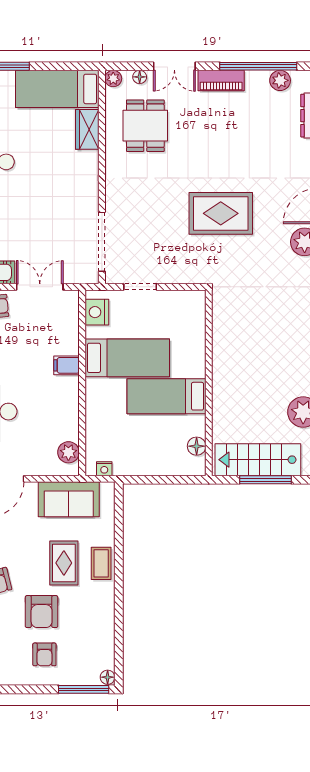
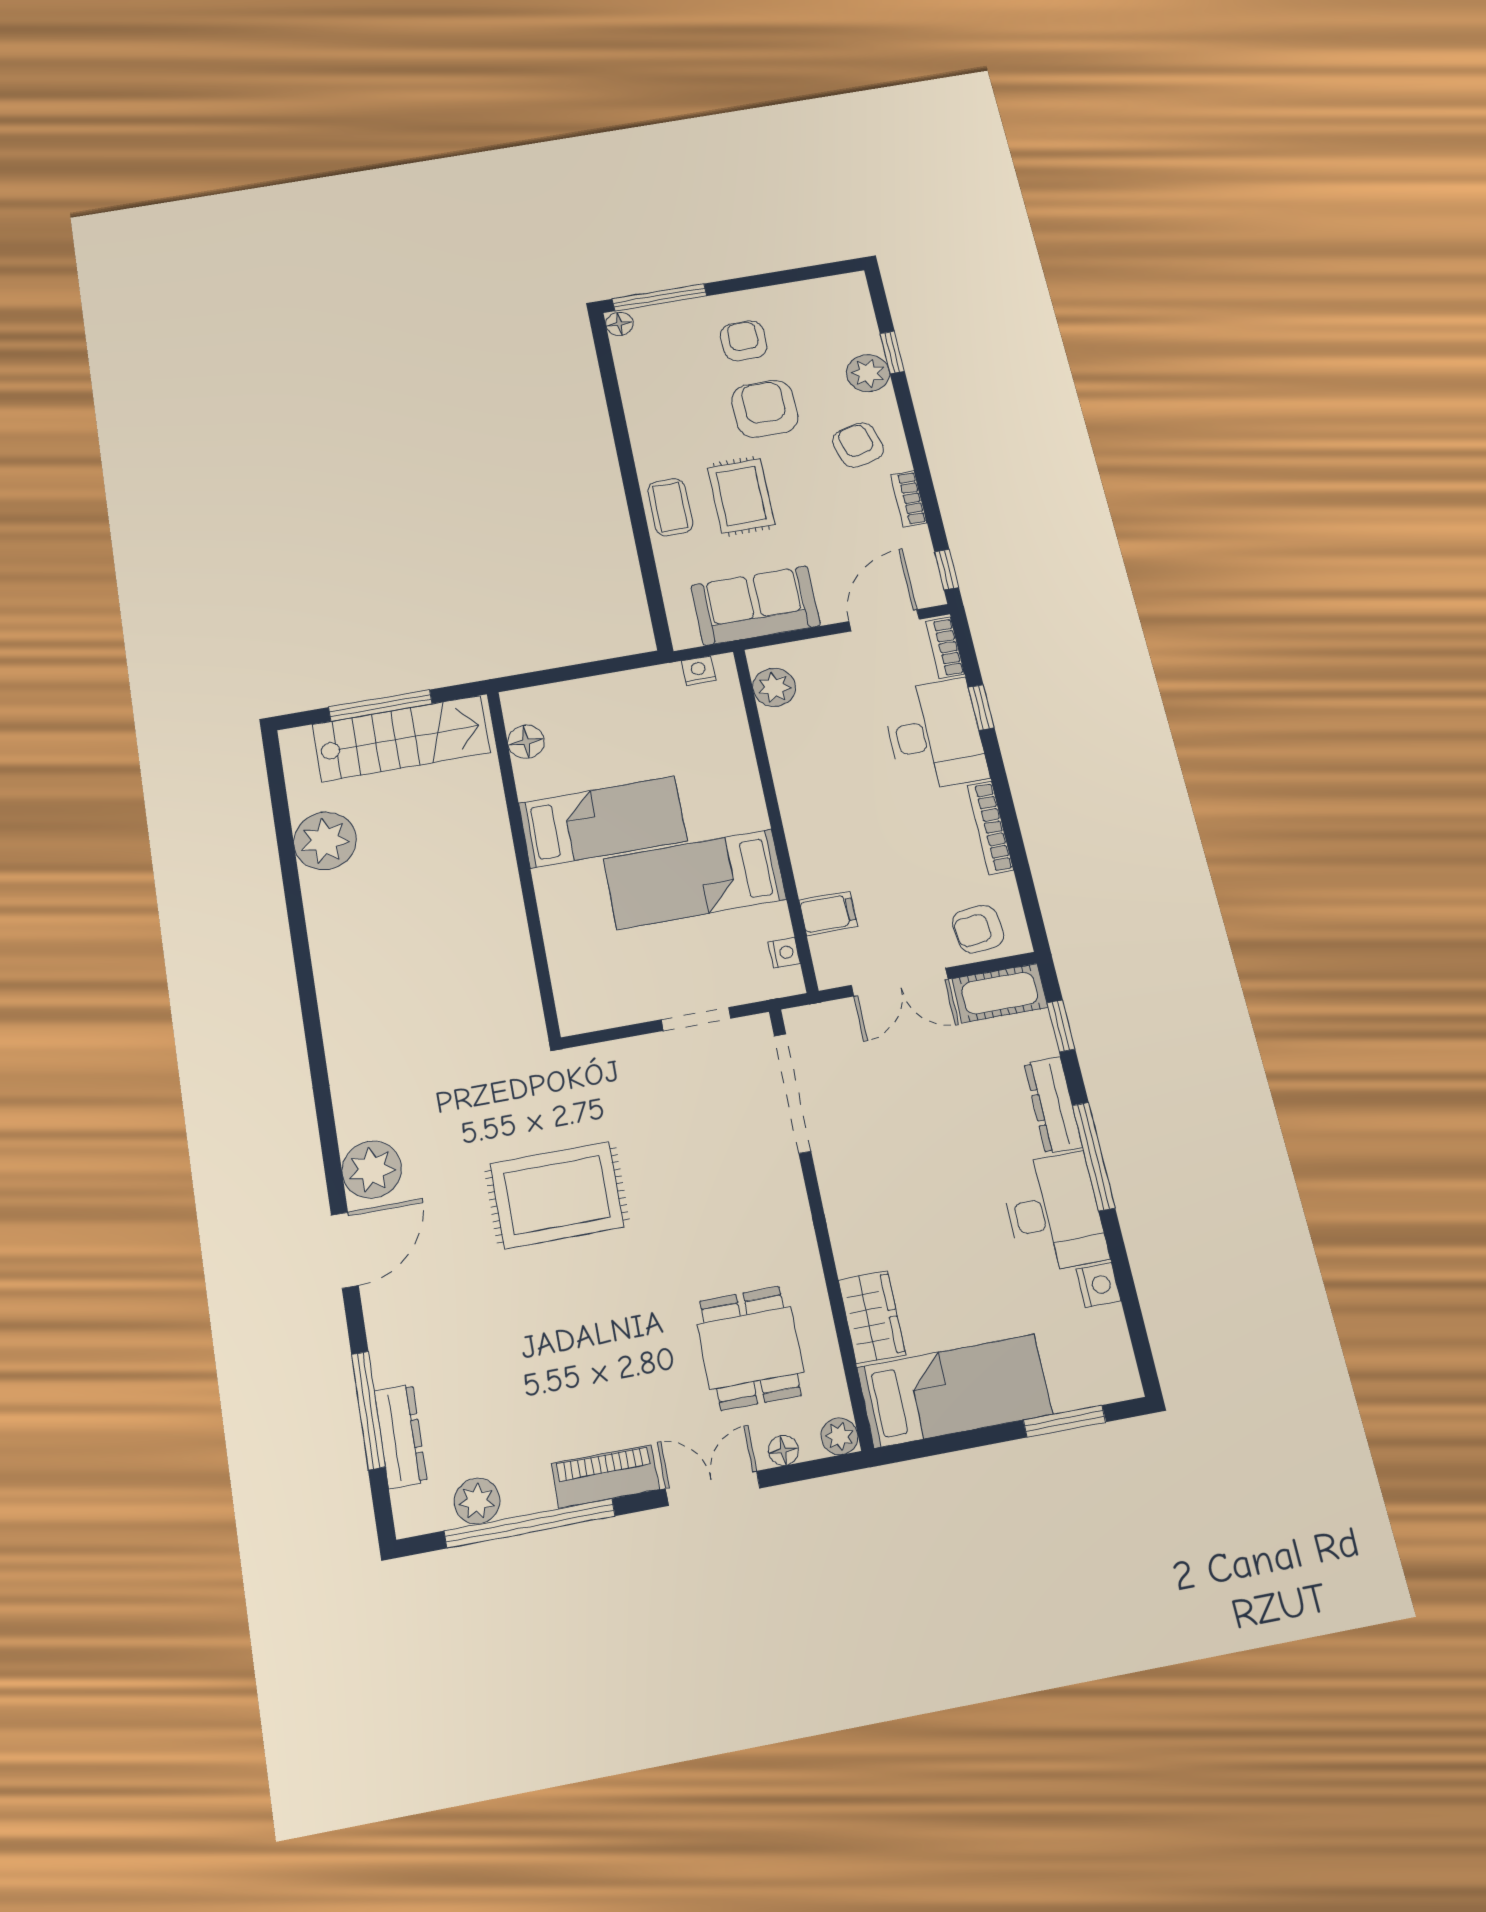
nightstand: (97, 312) -> (784, 953), width x0.53, depth x0.56
filing cabinet: (66, 365) -> (828, 913), moved

